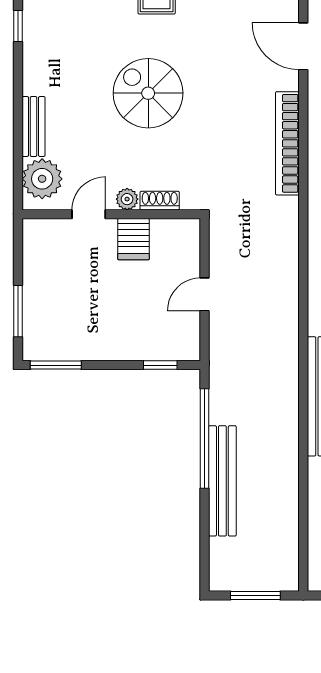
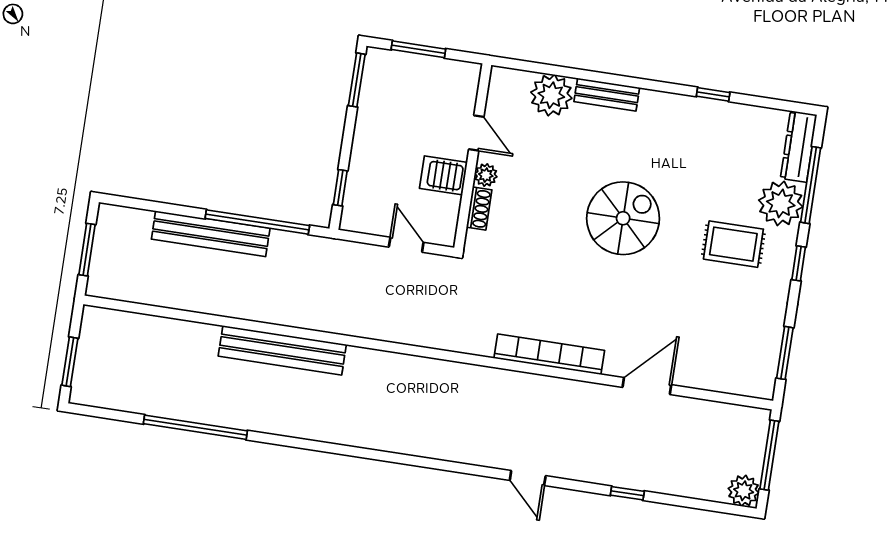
plant: (127, 199) -> (486, 175), moved
shoe rack: (160, 201) -> (479, 209), moved
door: (89, 214) -> (476, 133), moved
wall: (111, 214) -> (473, 156), moved
server rack: (133, 239) -> (443, 175), moved

